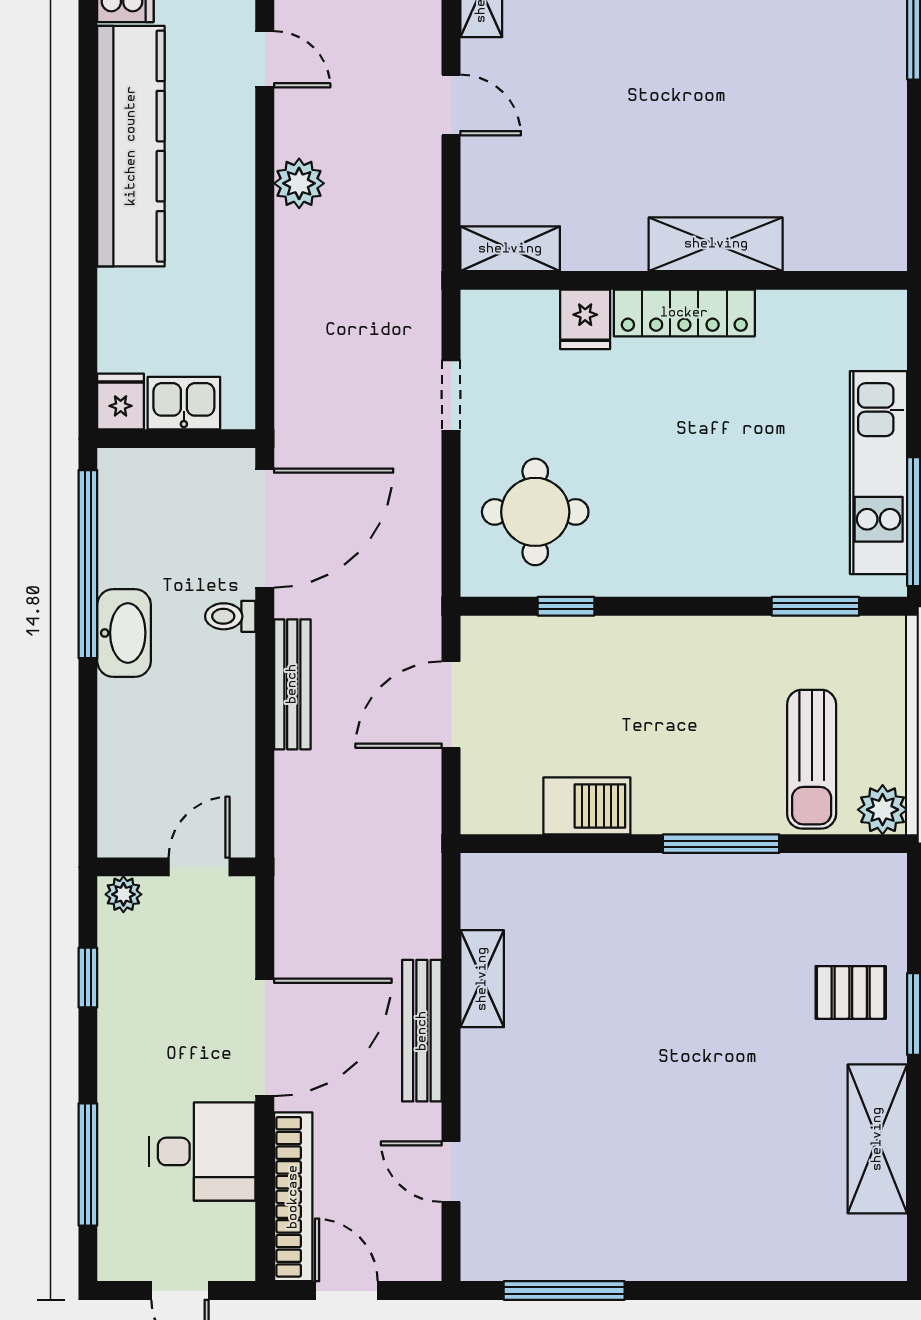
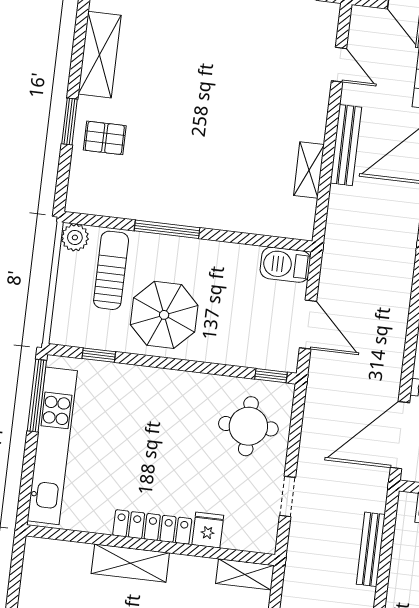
kitchen unit: (879, 473) -> (52, 446), width x1.36
window: (566, 606) -> (271, 376), moved
window: (815, 606) -> (99, 355), width x0.67
bench: (292, 684) -> (371, 549), moved
parasol: (708, 691) -> (164, 315), added
door: (451, 705) -> (308, 325), hinge flipped
barbecue: (587, 806) -> (285, 265), moved

